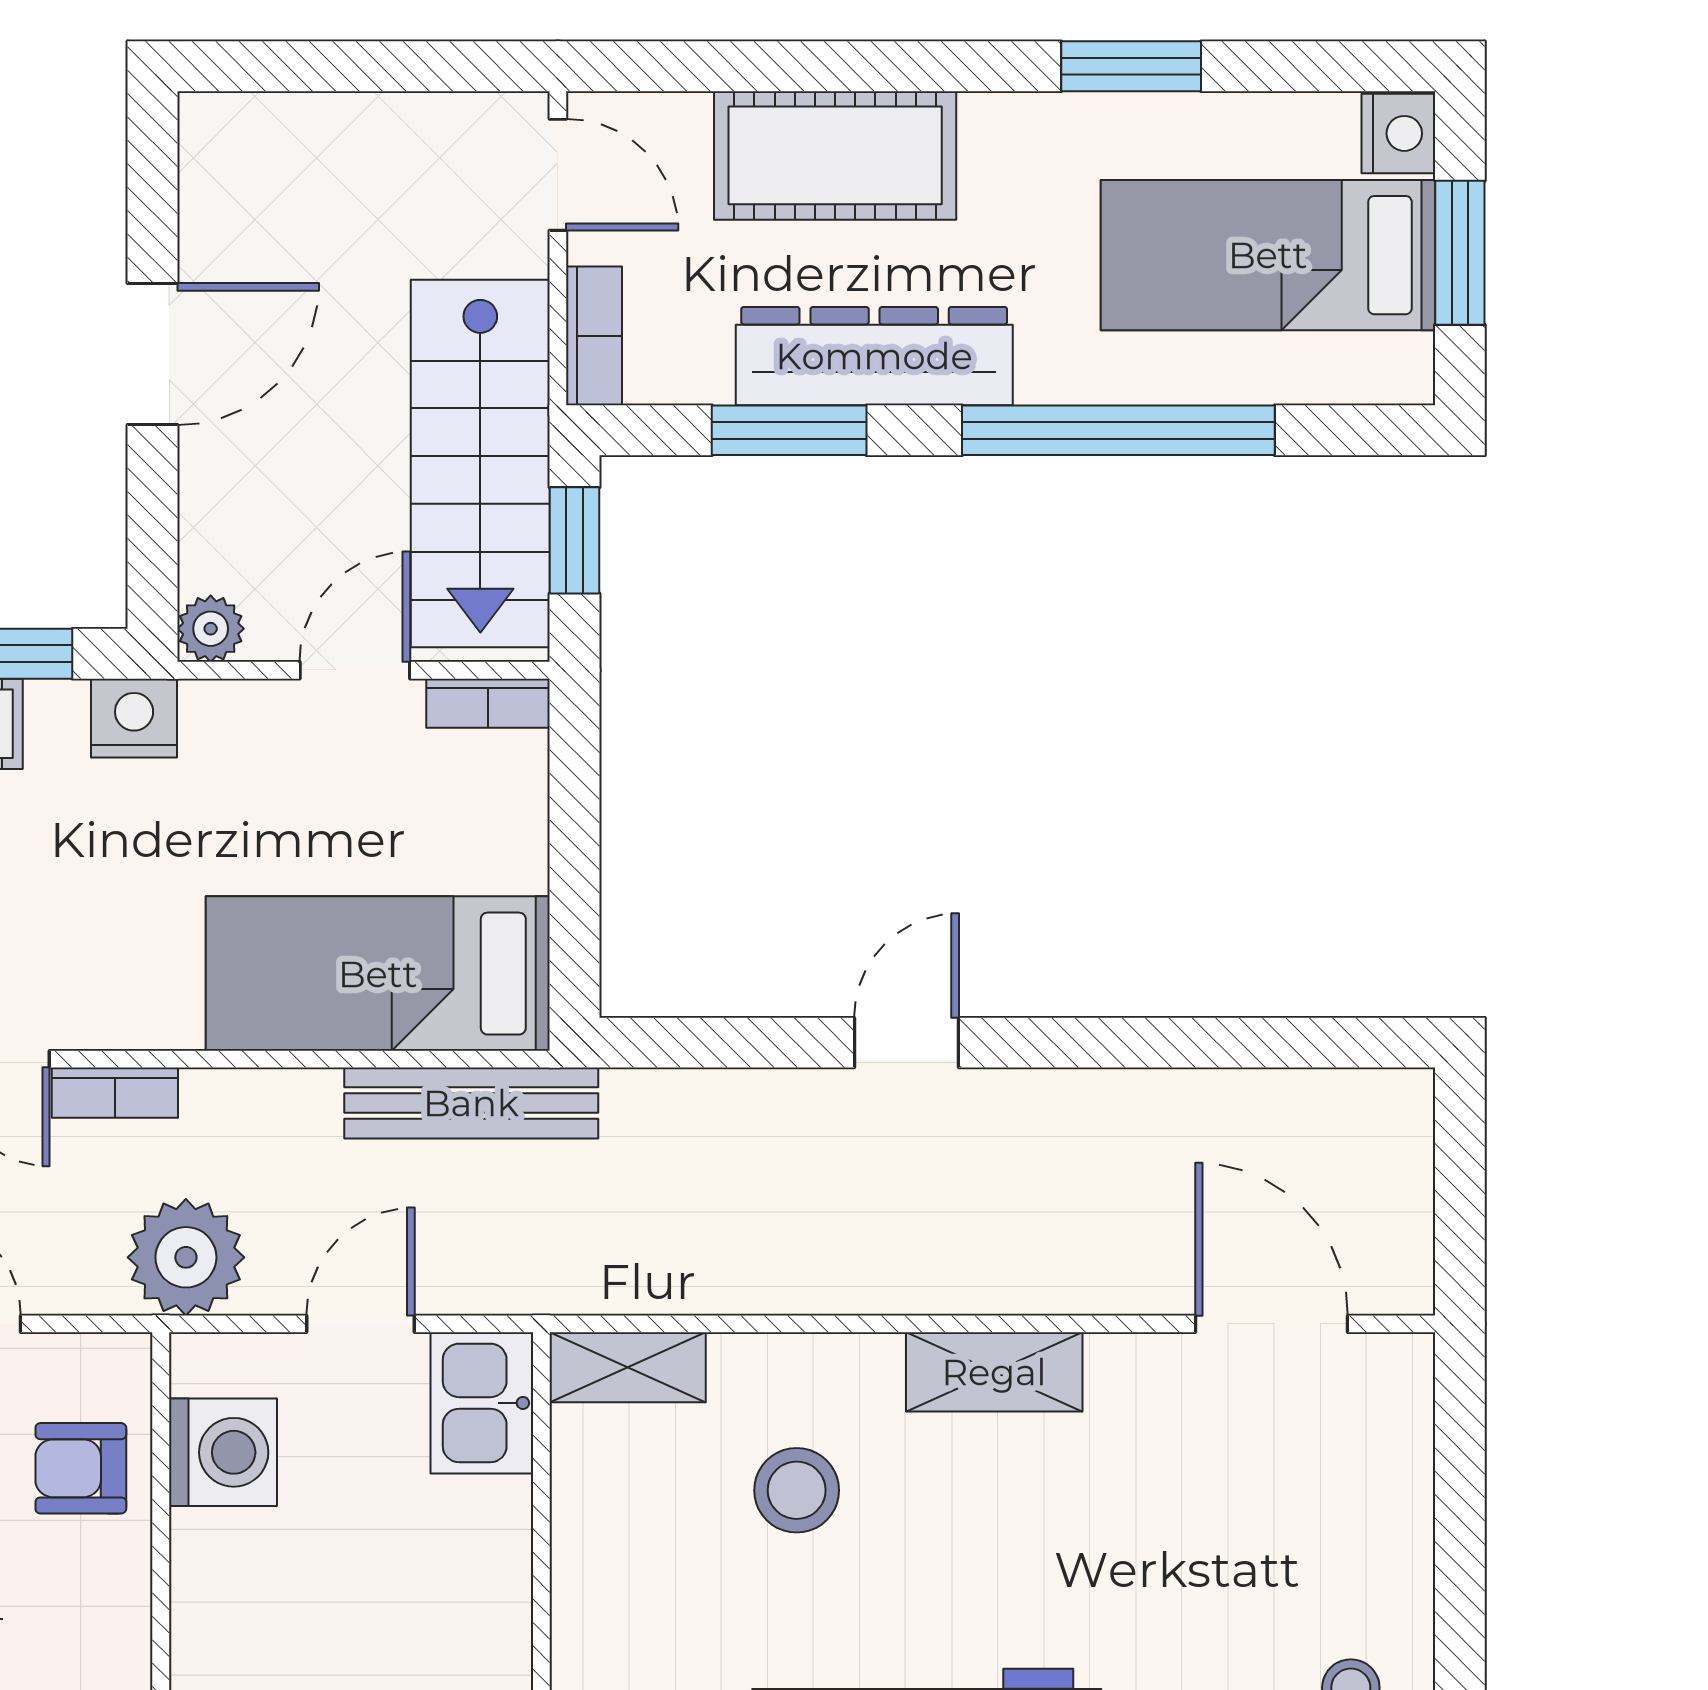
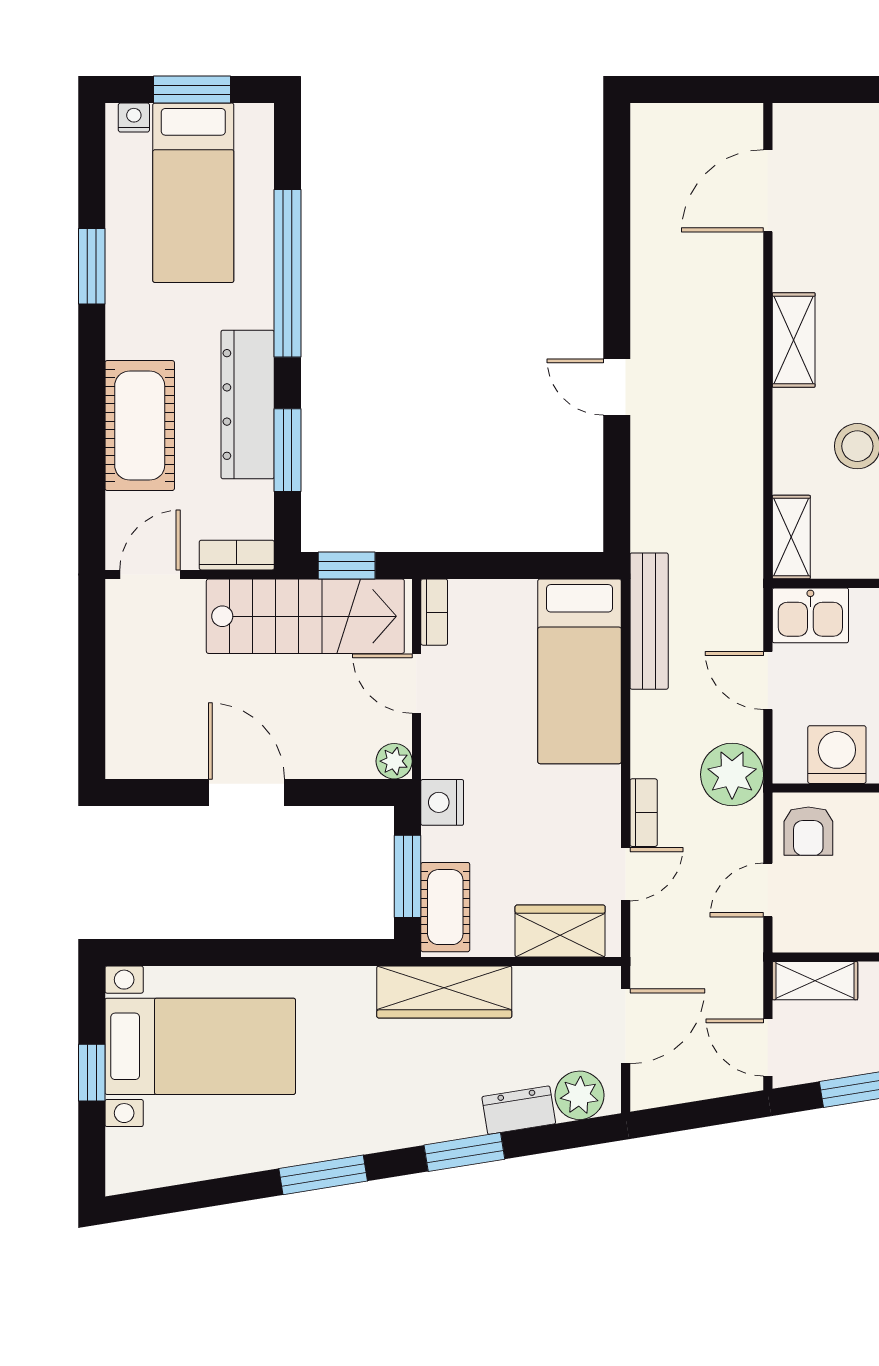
nightstand: (1398, 133) -> (134, 118), width x0.72, depth x0.74
armchair: (81, 1468) -> (808, 831), moved

